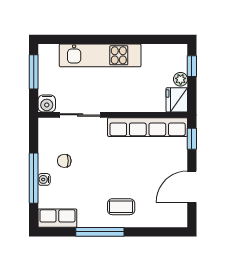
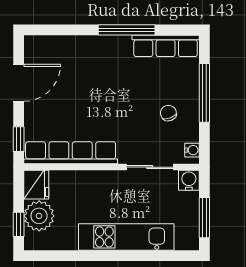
plant: (181, 79) -> (39, 216), width x1.87, depth x1.87
chair: (64, 161) -> (168, 113), turned -109
water cooler: (44, 179) -> (192, 150), moved
coffee table: (121, 207) -> (102, 59), removed
row of seats: (57, 218) -> (166, 46), width x1.48

